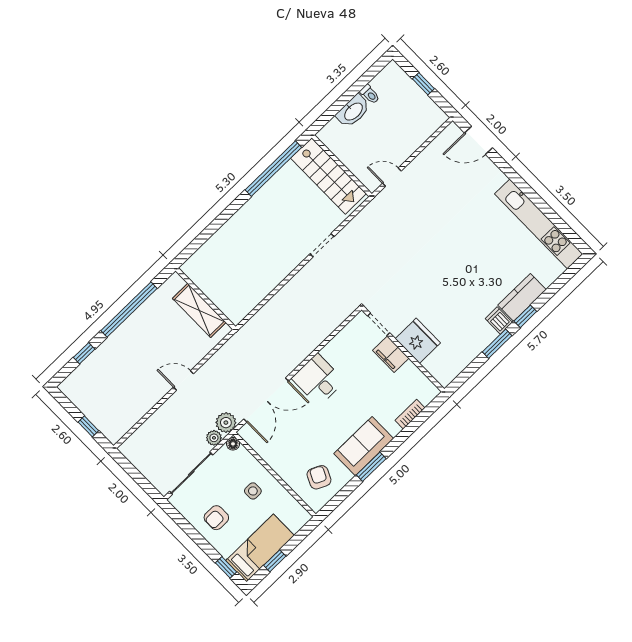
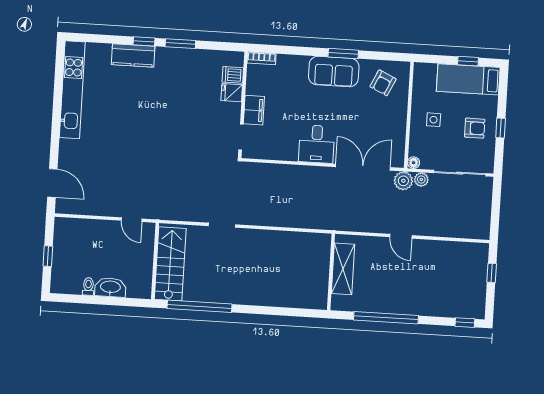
dishwasher: (499, 321) -> (233, 75), moved, turned 90
fridge: (418, 341) -> (232, 93), width x0.53, depth x0.75
window: (84, 353) -> (465, 323), moved
bookcase: (410, 414) -> (262, 58), moved
window: (226, 567) -> (501, 128), moved

